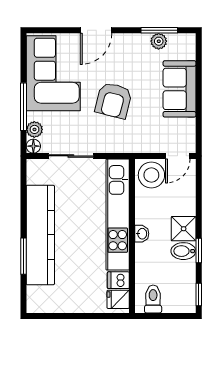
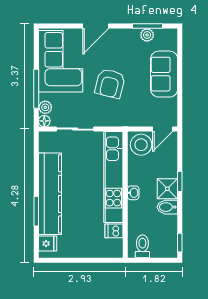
window: (199, 250) -> (180, 181), moved
fridge: (118, 299) -> (48, 243), moved, turned 180

